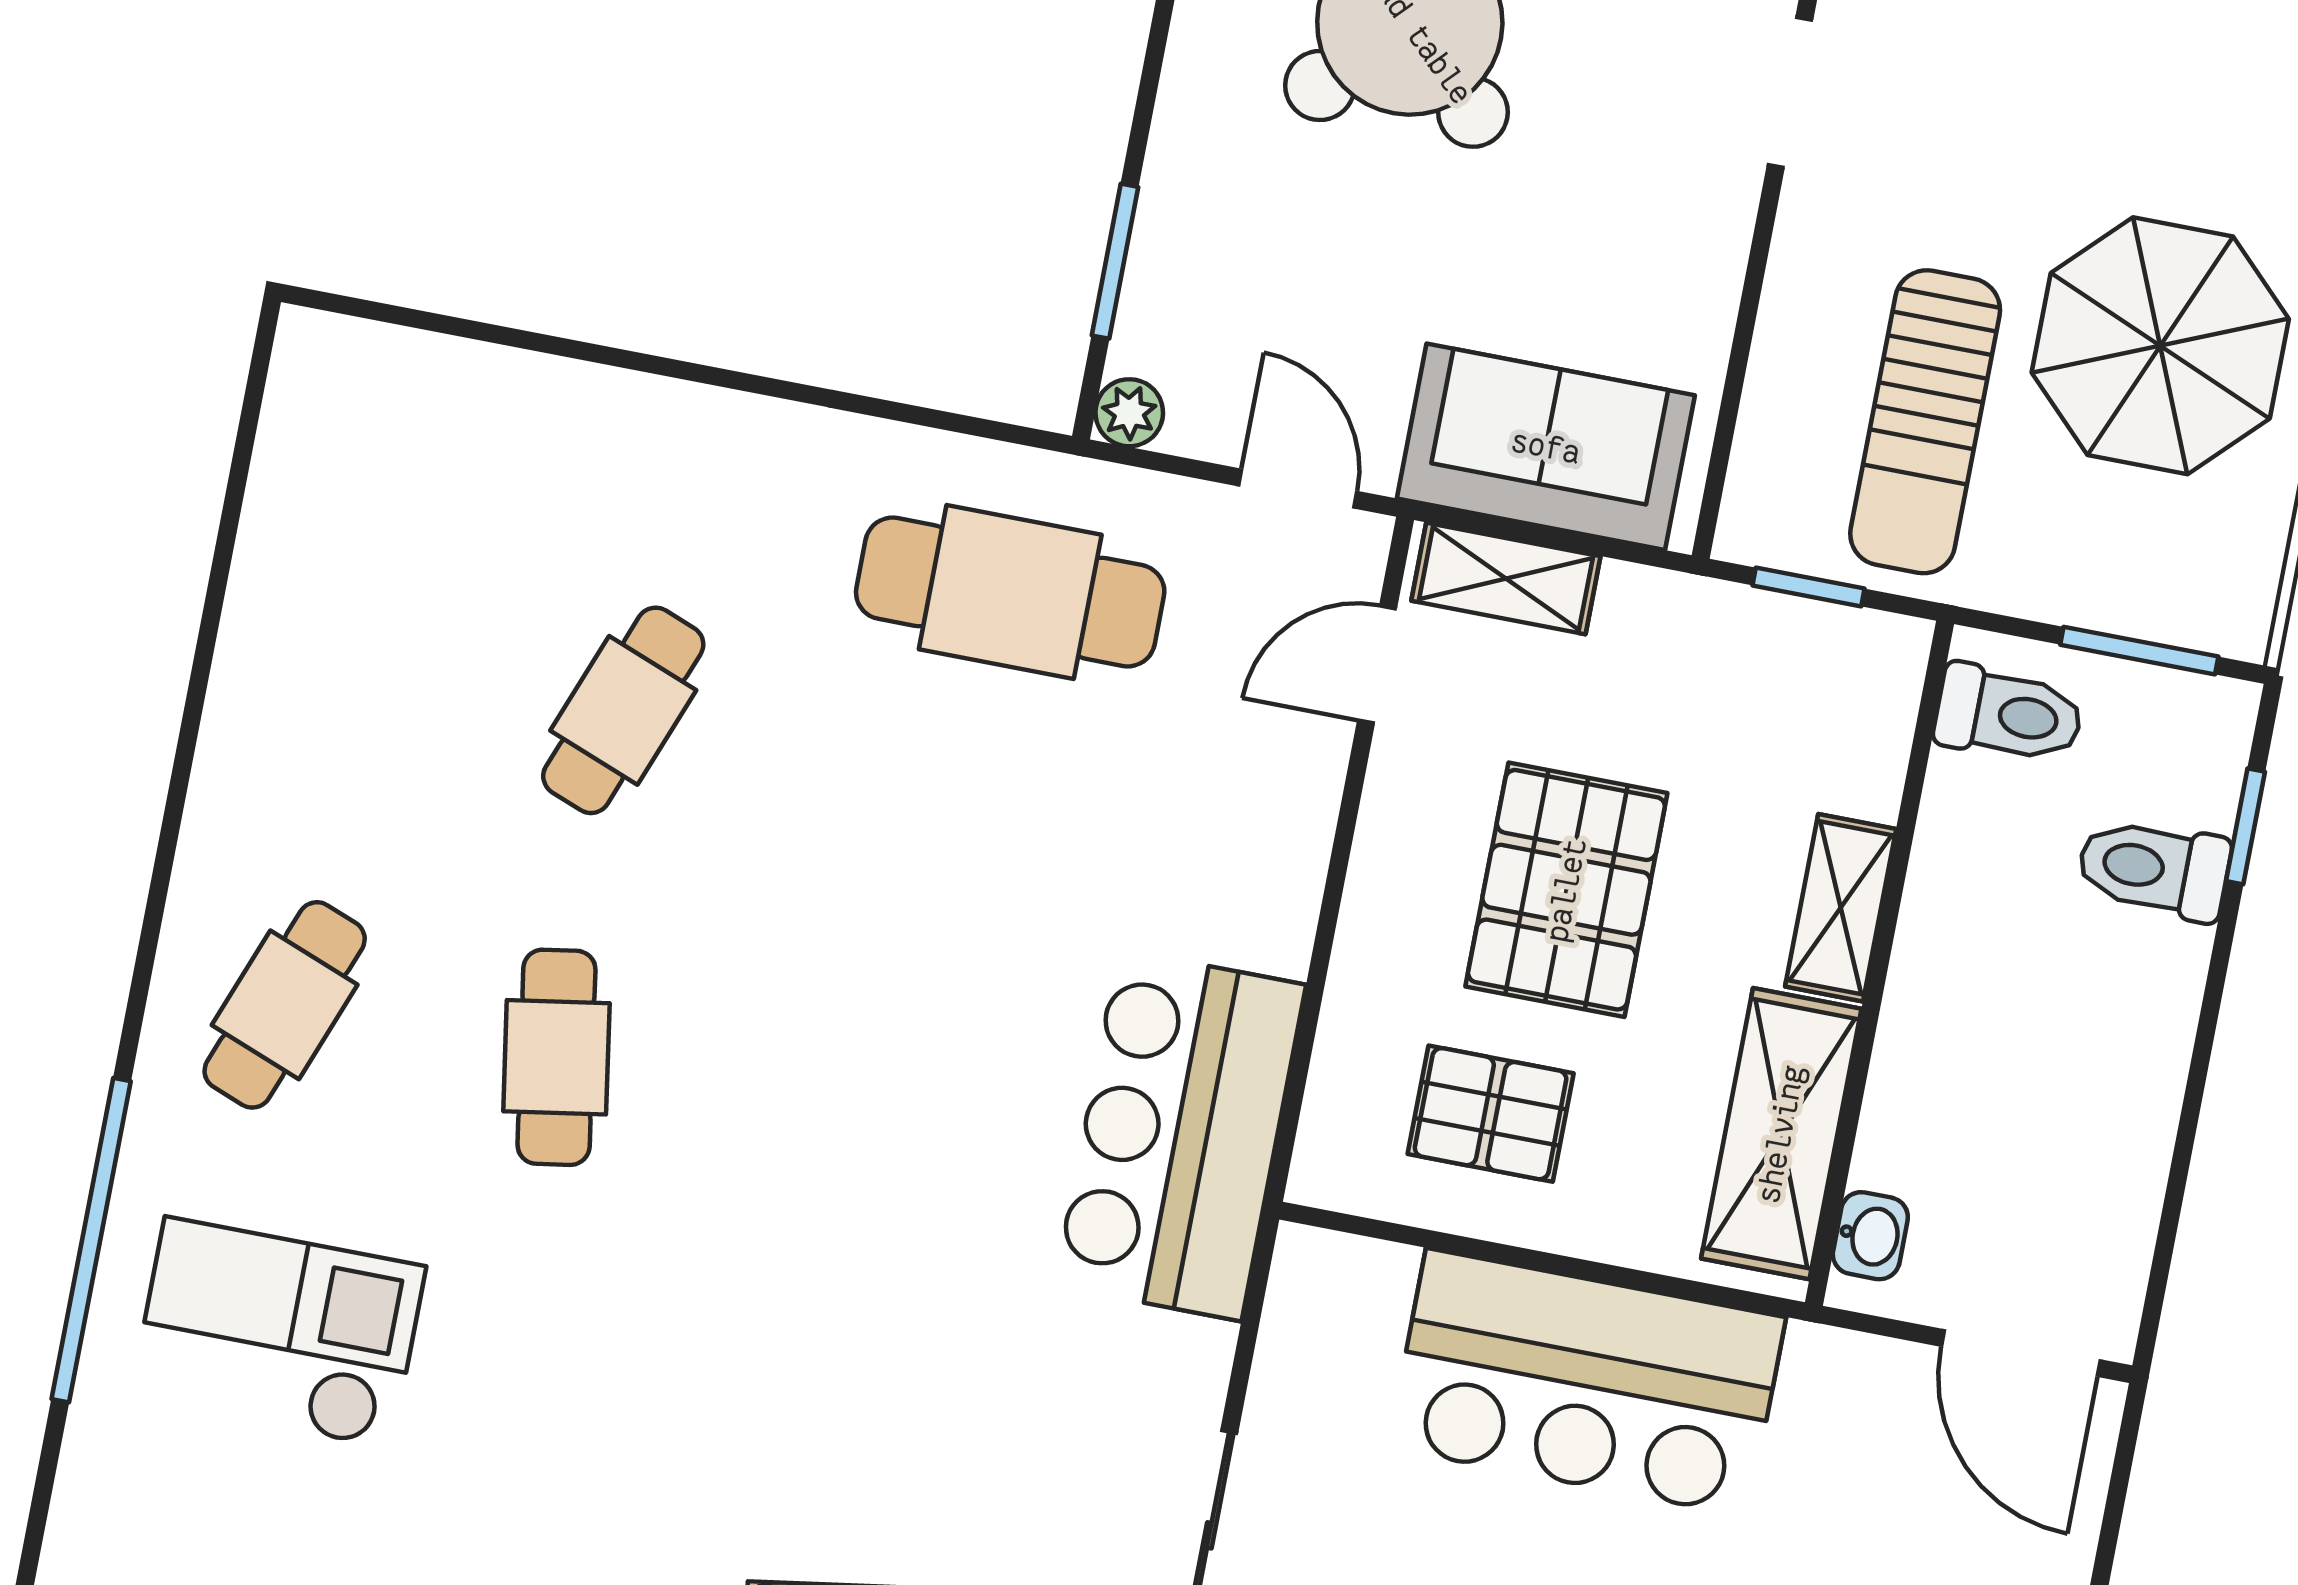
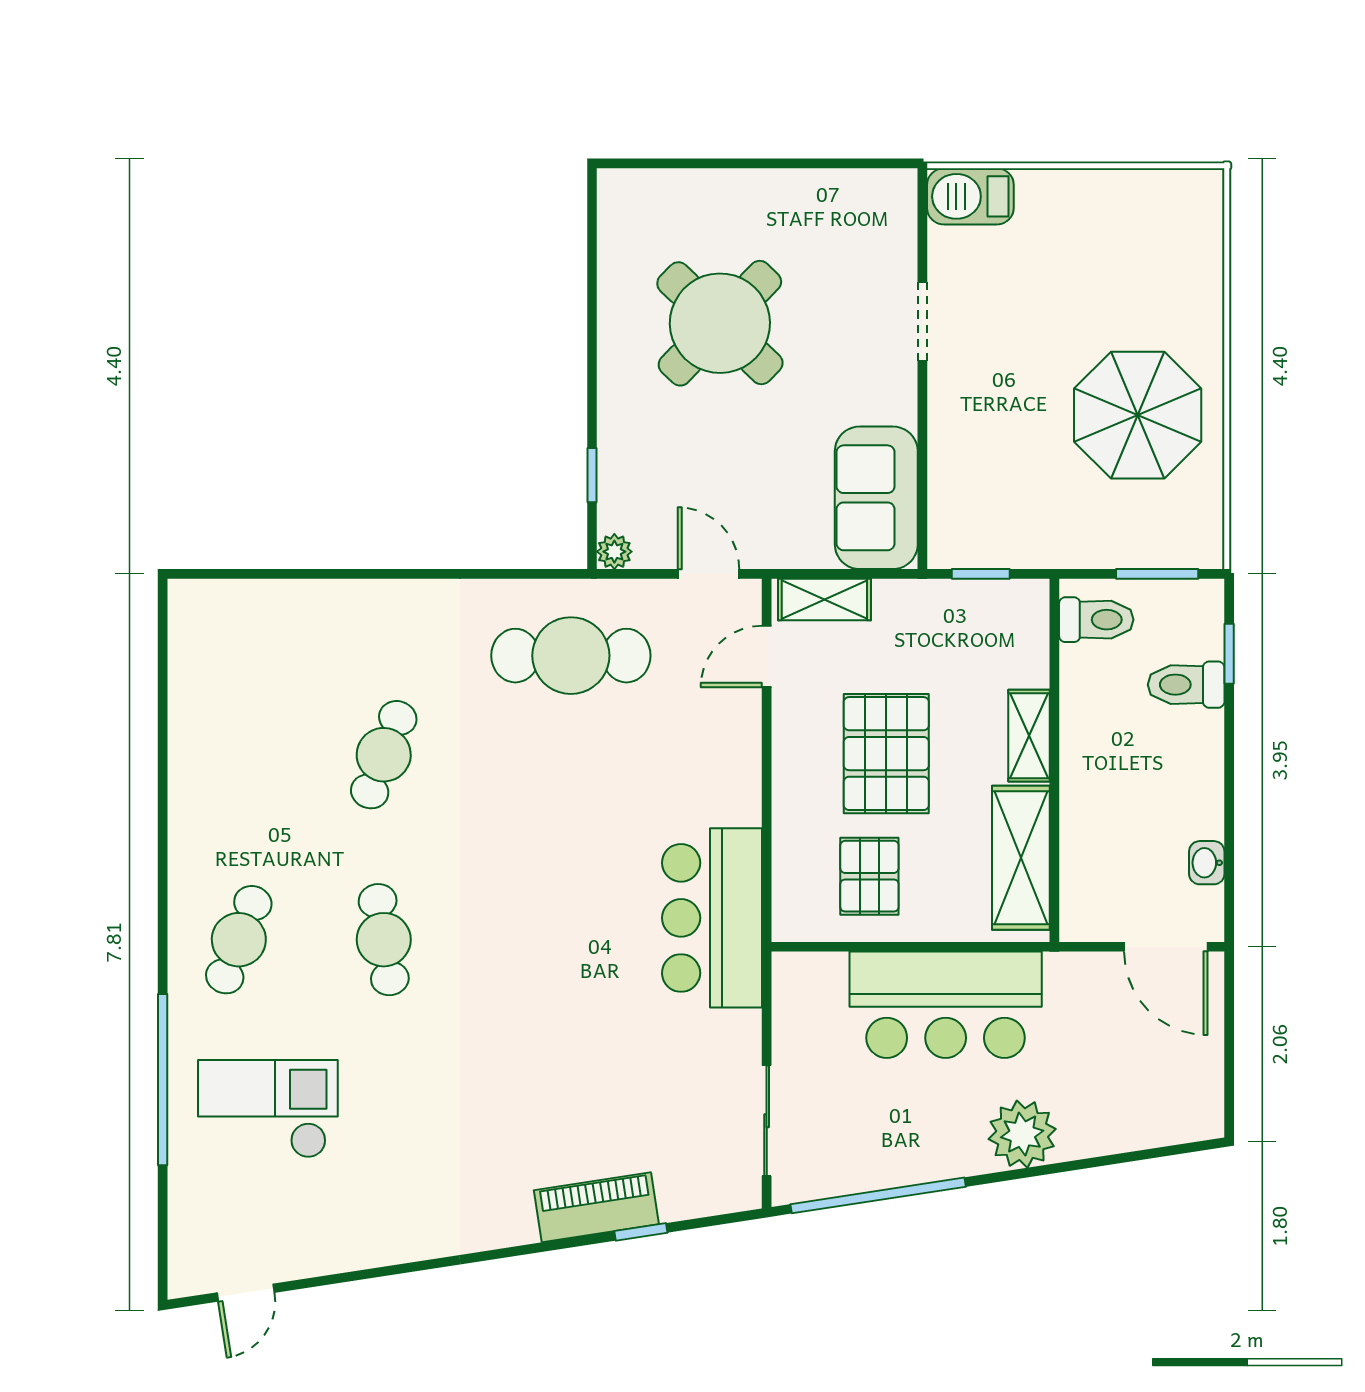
window: (1115, 261) -> (592, 475), width x0.67
sun lounger: (1925, 422) -> (1024, 477), removed
sofa: (1546, 447) -> (876, 498), moved, turned -90
pallet: (1491, 1114) -> (869, 876), turned 90
washbasin: (1870, 1236) -> (1207, 863), moved, turned 180

